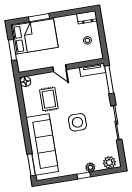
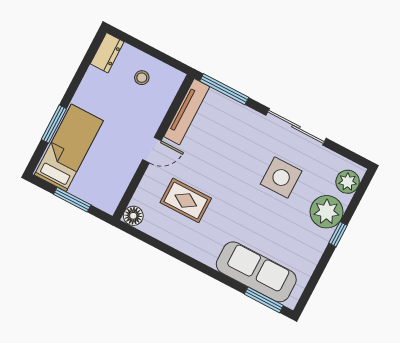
bed: (34, 36) -> (69, 148), width x0.67
tv unit: (92, 70) -> (187, 112), width x1.41
side table: (77, 122) -> (281, 178), moved
sofa: (42, 144) -> (256, 272), width x0.74, depth x0.79
plant: (90, 167) -> (327, 212), width x1.88, depth x1.88

